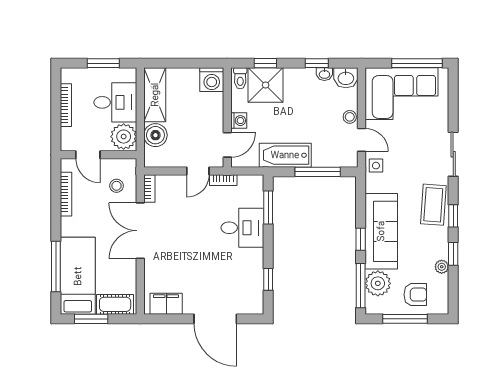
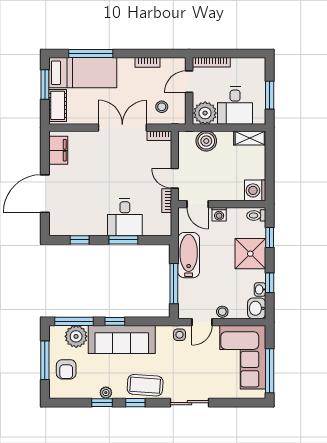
shower: (266, 85) -> (250, 254), moved
shelving: (155, 95) -> (250, 138), width x0.67, depth x0.75
bookcase: (66, 105) -> (211, 62), moved
bookcase: (66, 194) -> (148, 62), width x0.64
window: (268, 207) -> (123, 240), moved
plant: (442, 267) -> (106, 393), moved

